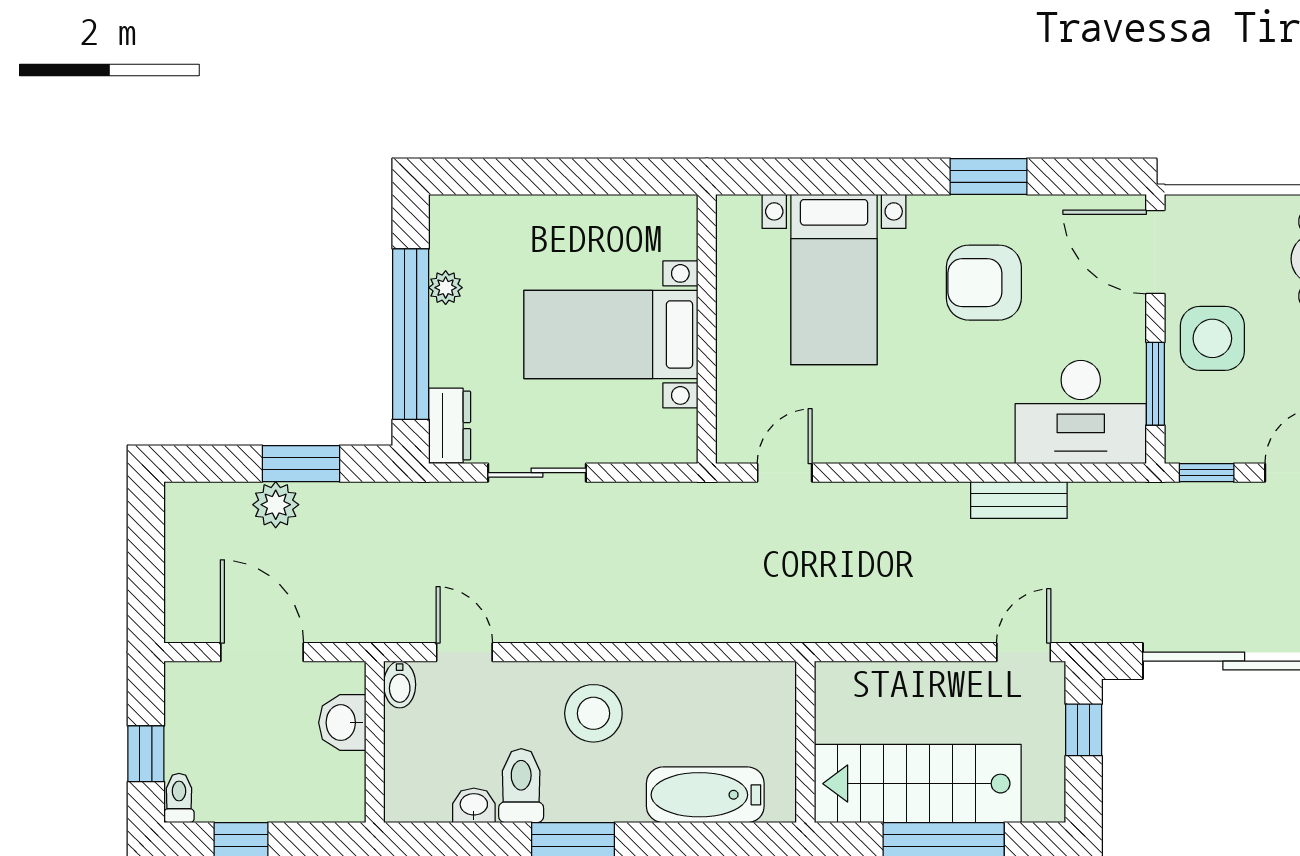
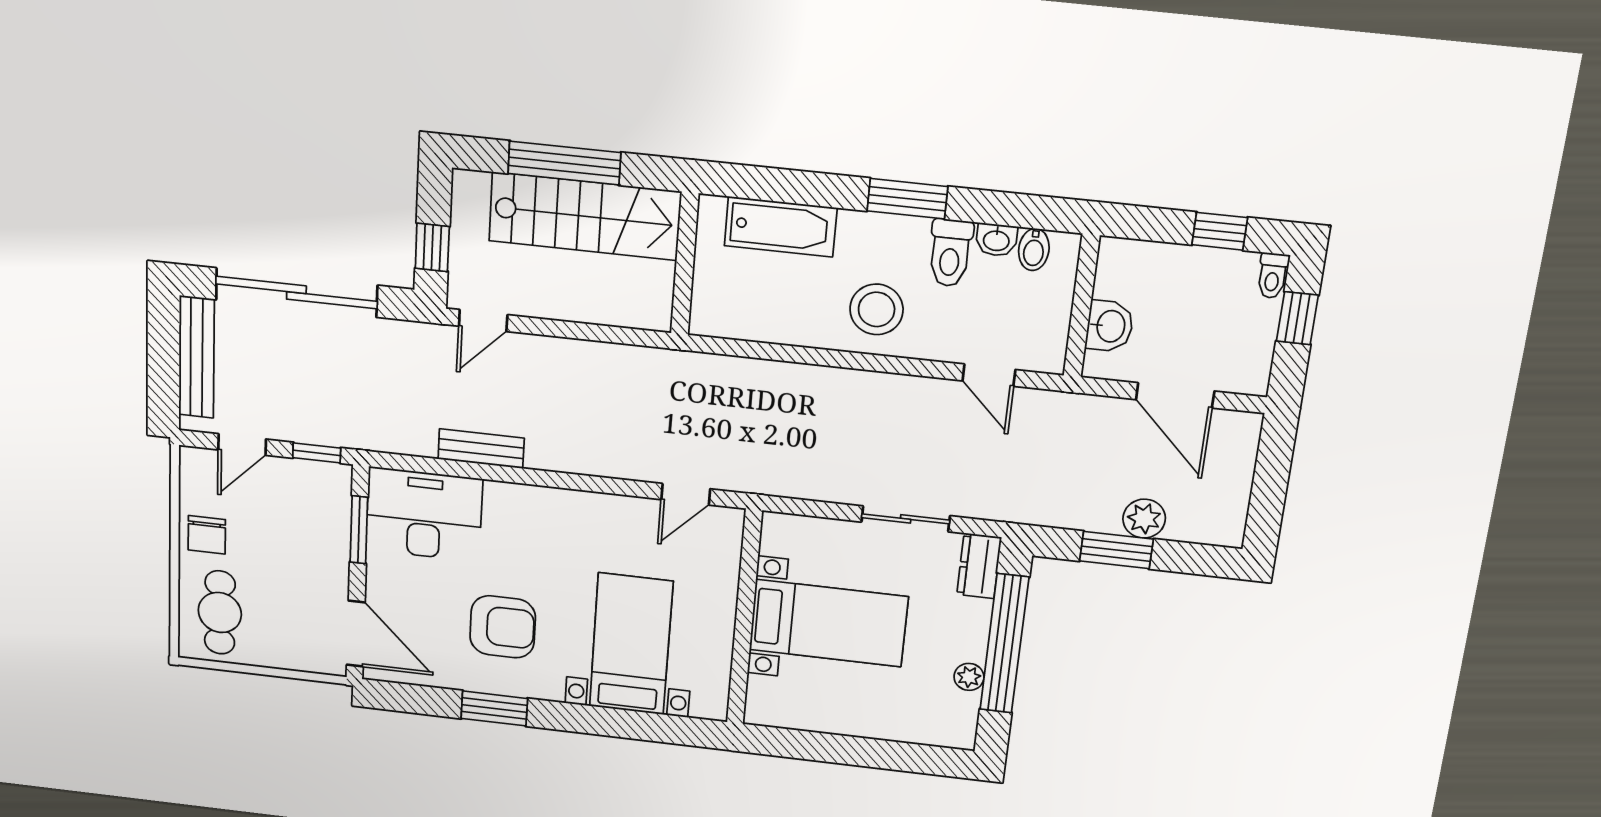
side table: (1212, 338) -> (309, 560), removed
bidet: (400, 685) -> (1034, 250), moved, turned 180

